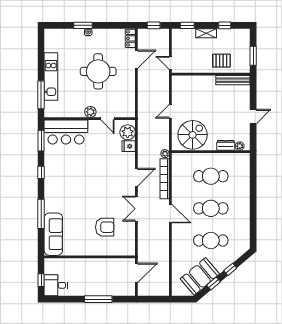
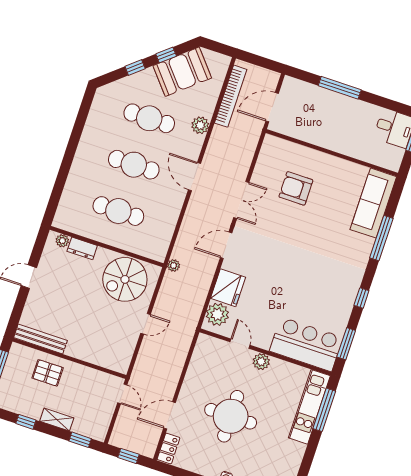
kitchen unit: (51, 76) -> (309, 407), moved
fridge: (129, 146) -> (228, 288), width x1.88, depth x1.34
bookcase: (165, 179) -> (231, 96), moved
plant: (178, 247) -> (200, 125), added

